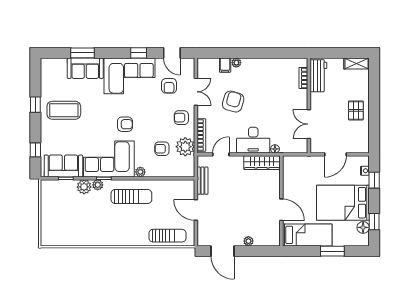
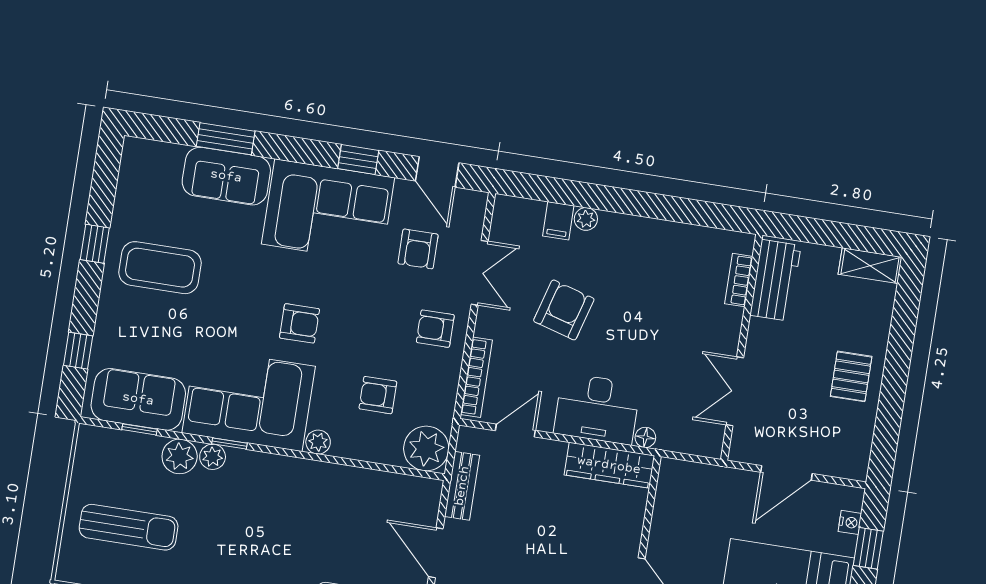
plant: (185, 147) -> (426, 449), moved
sun lounger: (131, 197) -> (129, 527), moved

